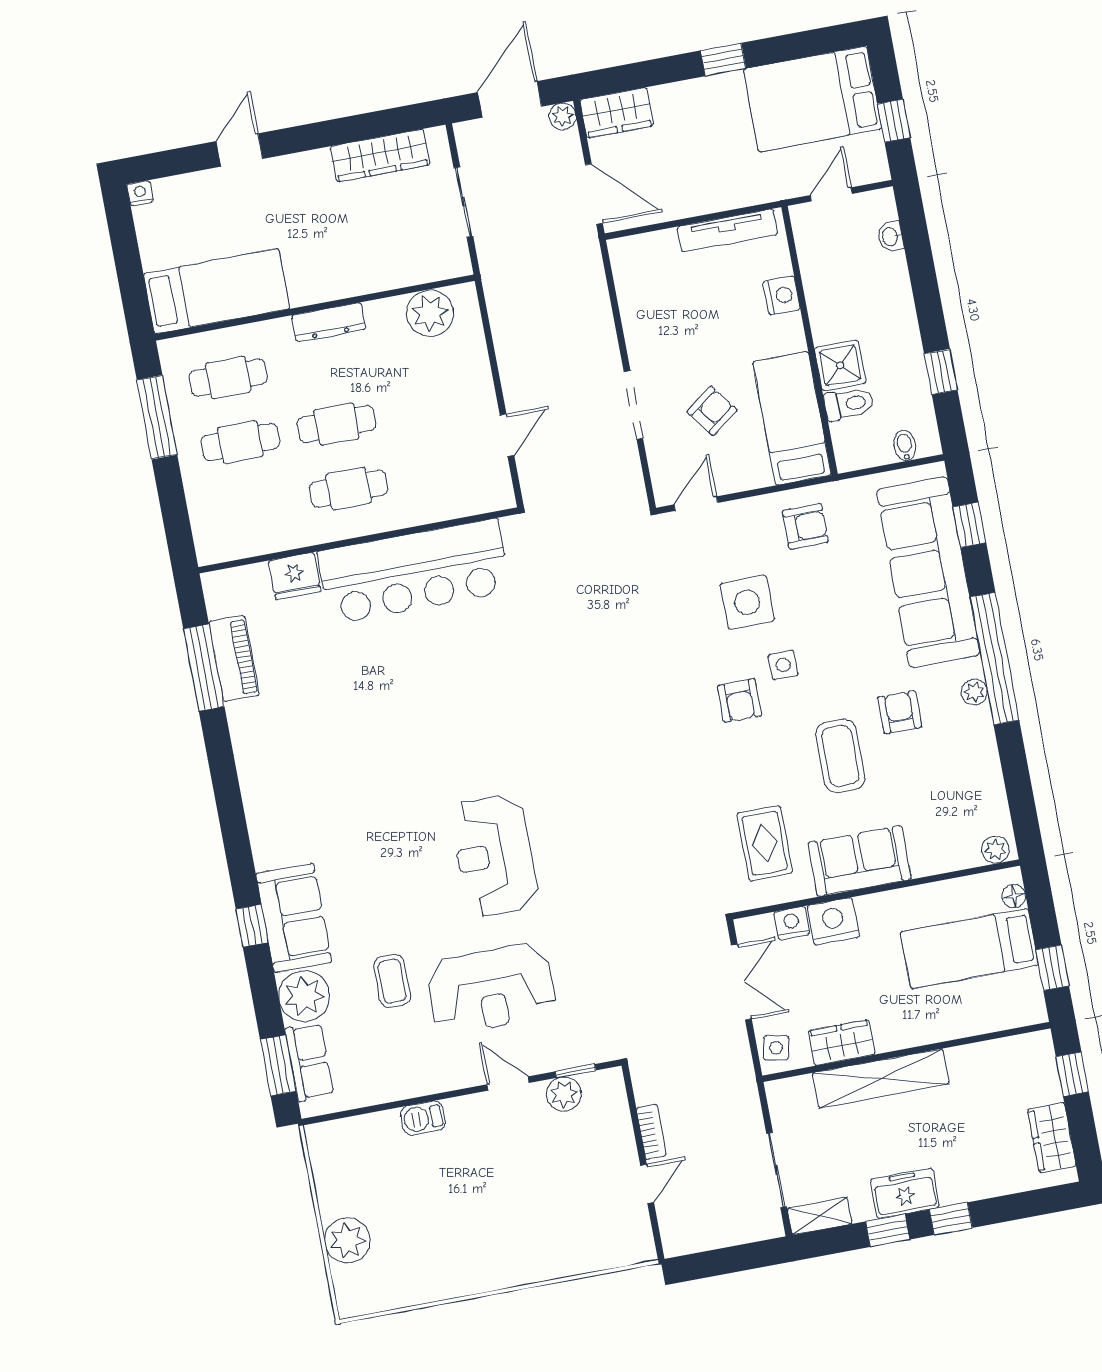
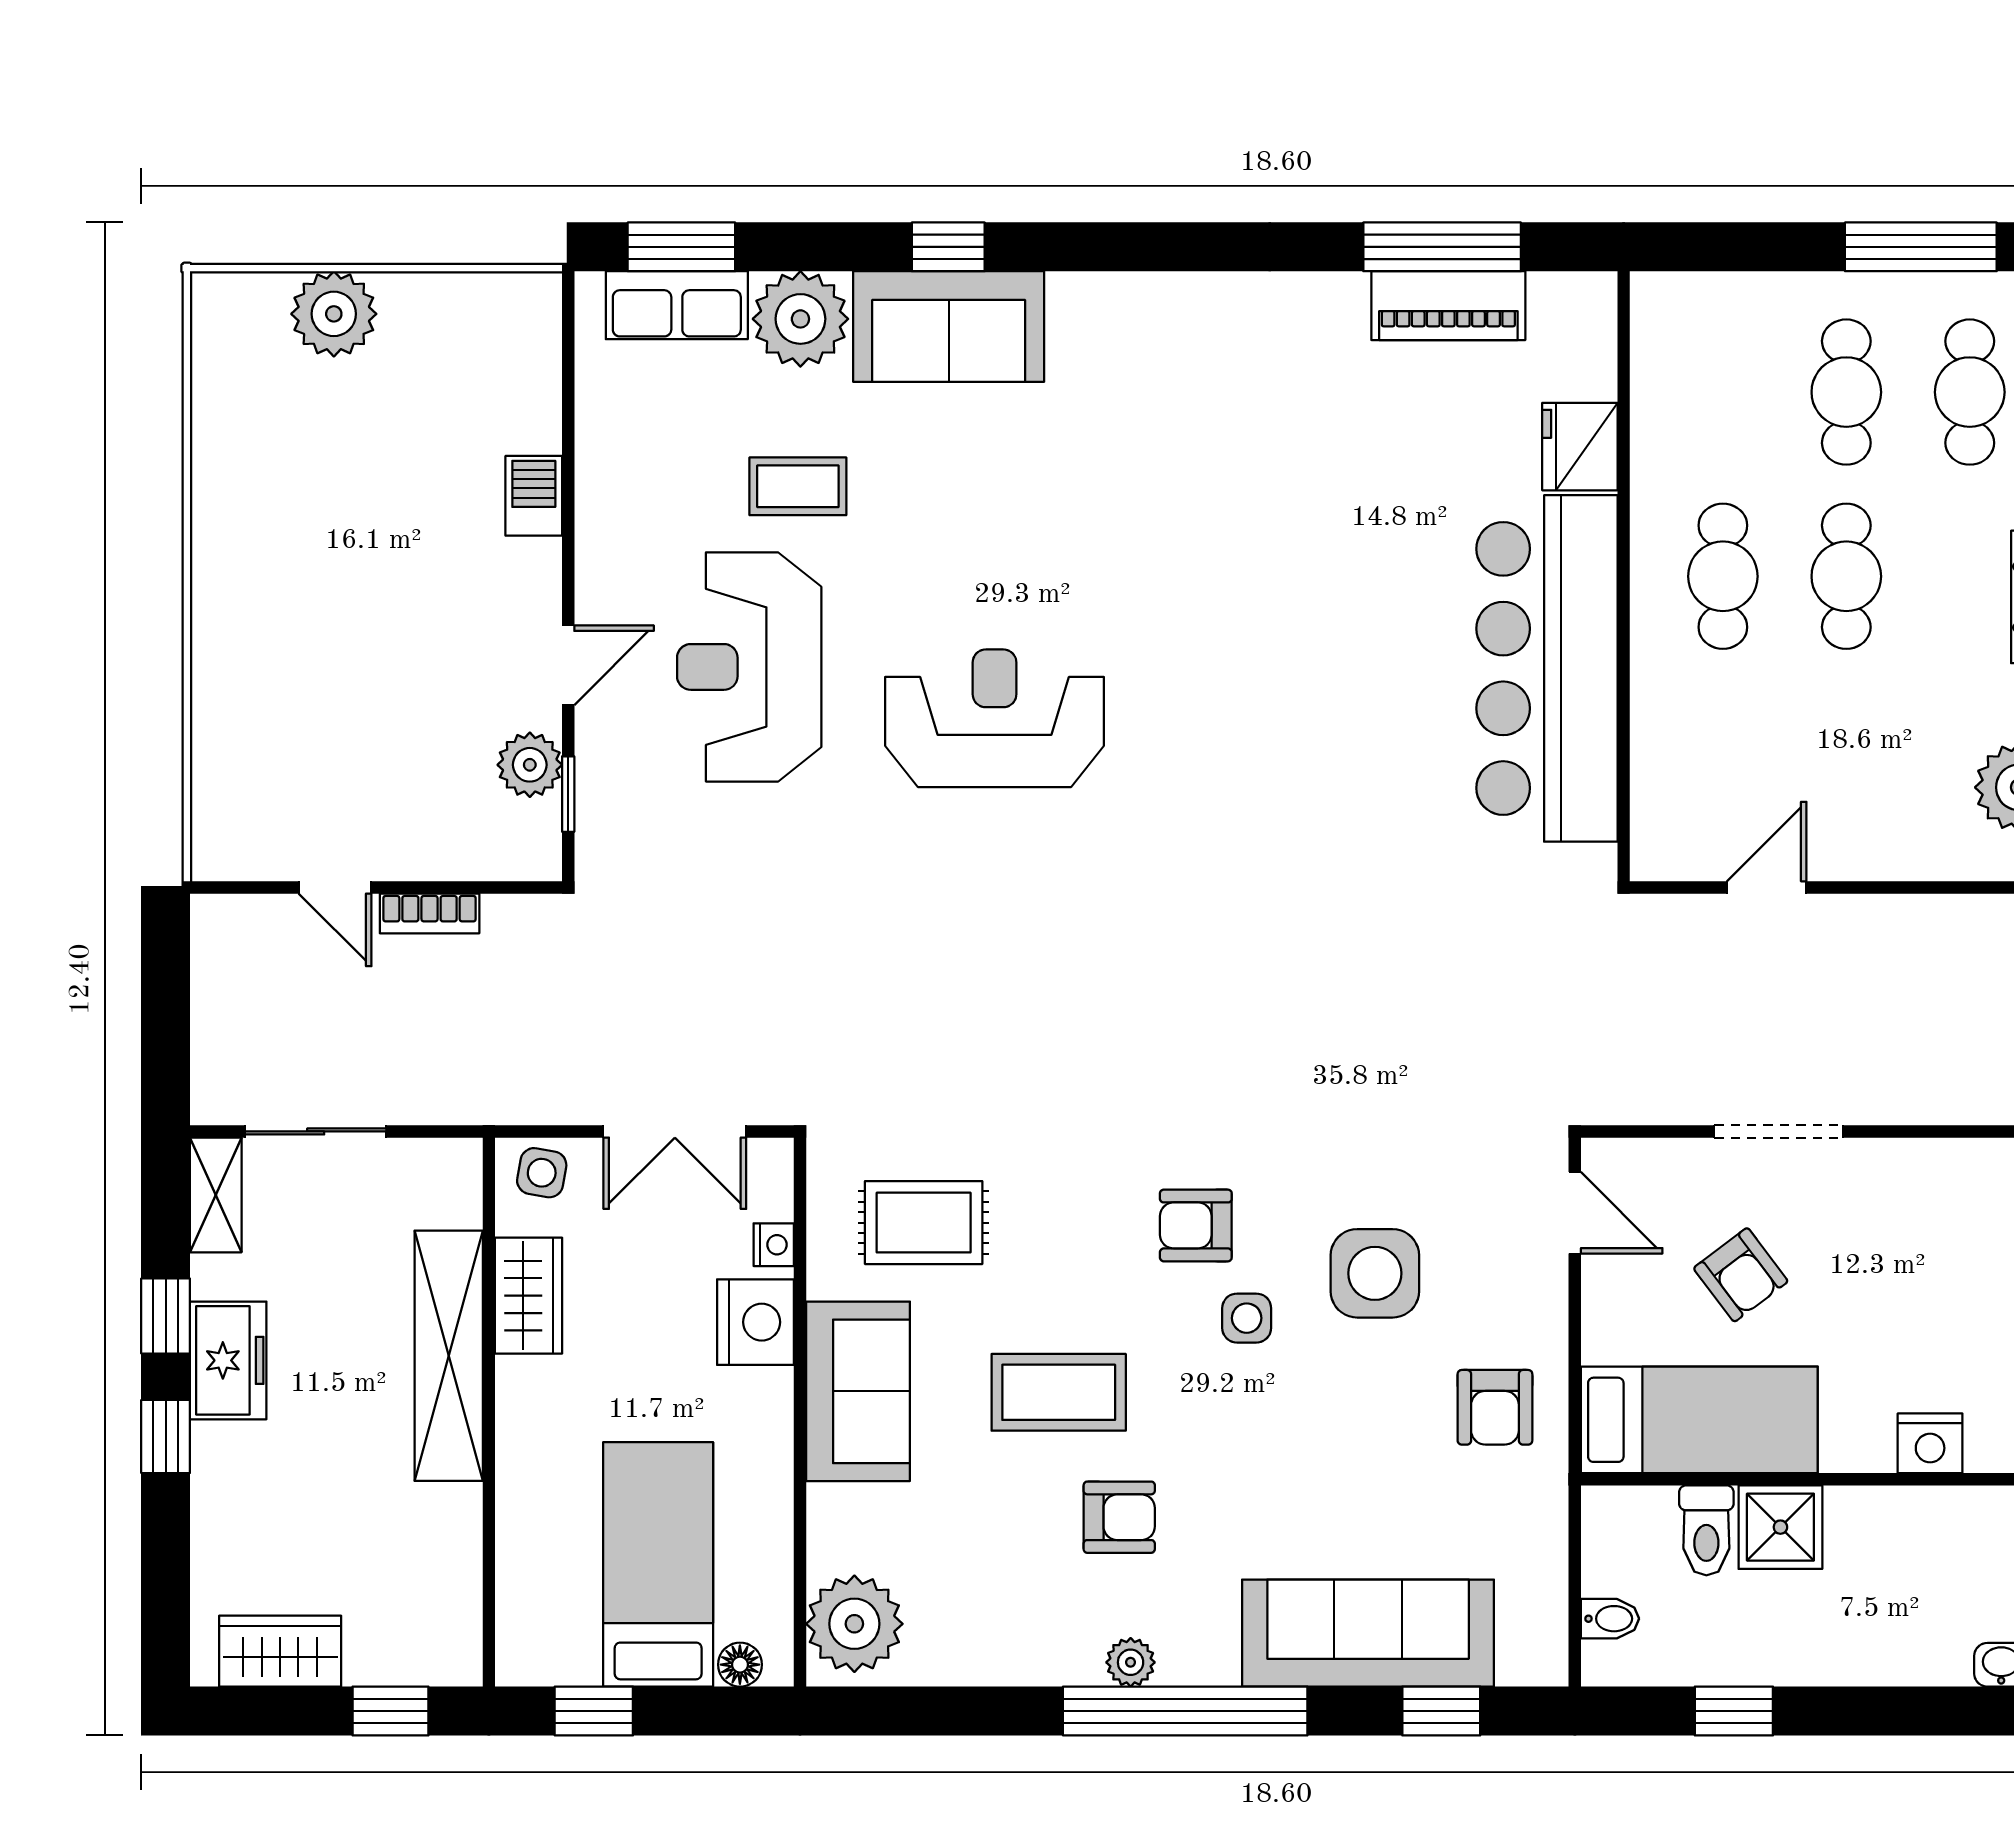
door: (507, 435) -> (1767, 887), swing flipped
sofa: (928, 572) -> (1368, 1633), width x0.74, depth x0.79
plant: (995, 850) -> (854, 1624), width x1.87, depth x1.87
nightstand: (792, 923) -> (774, 1245), width x0.72, depth x0.74

